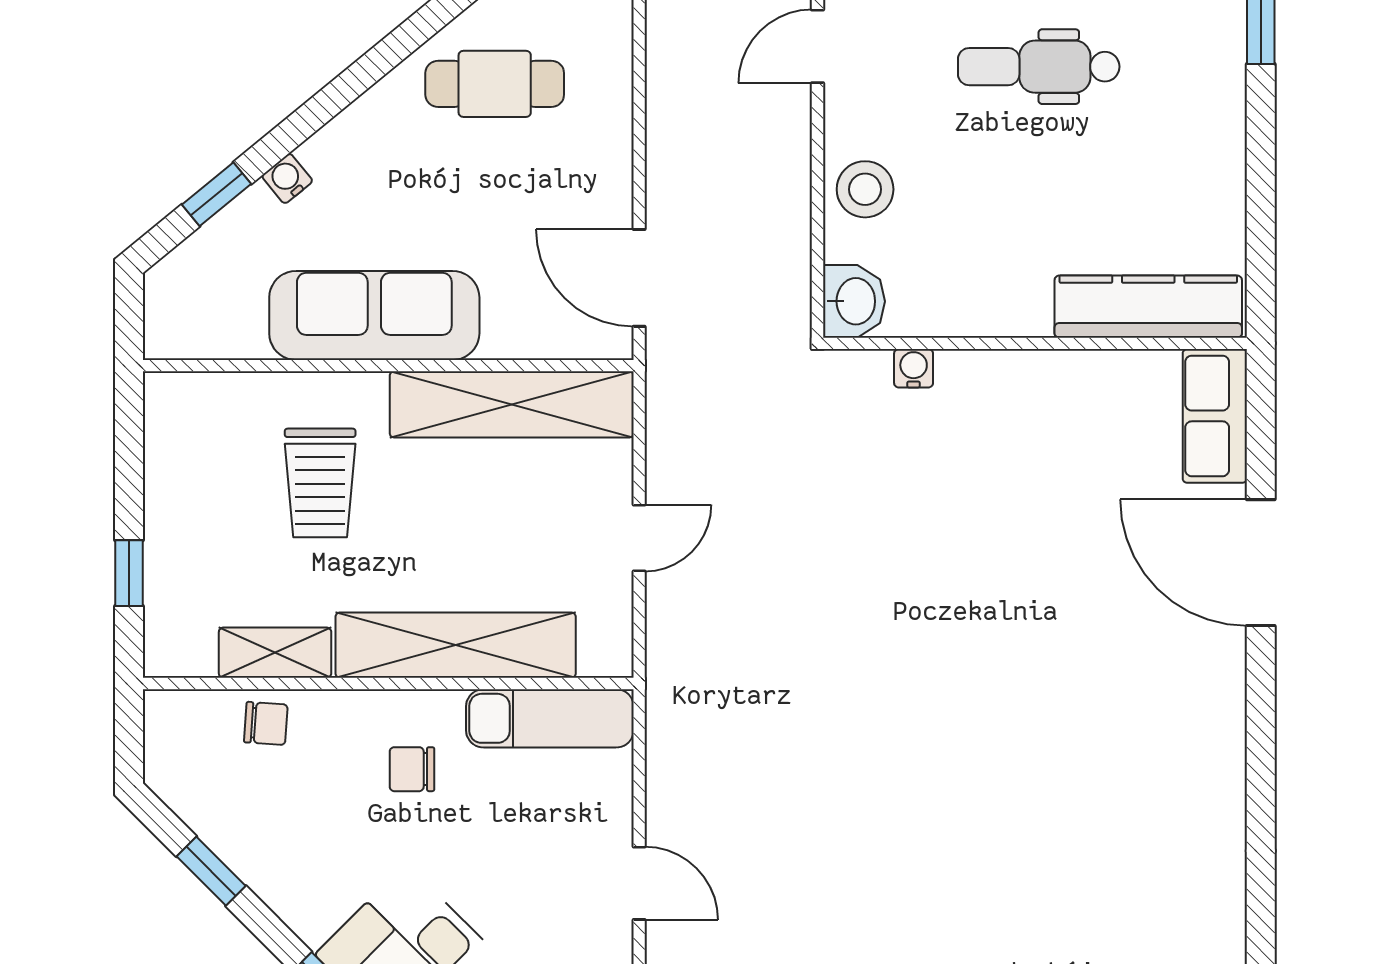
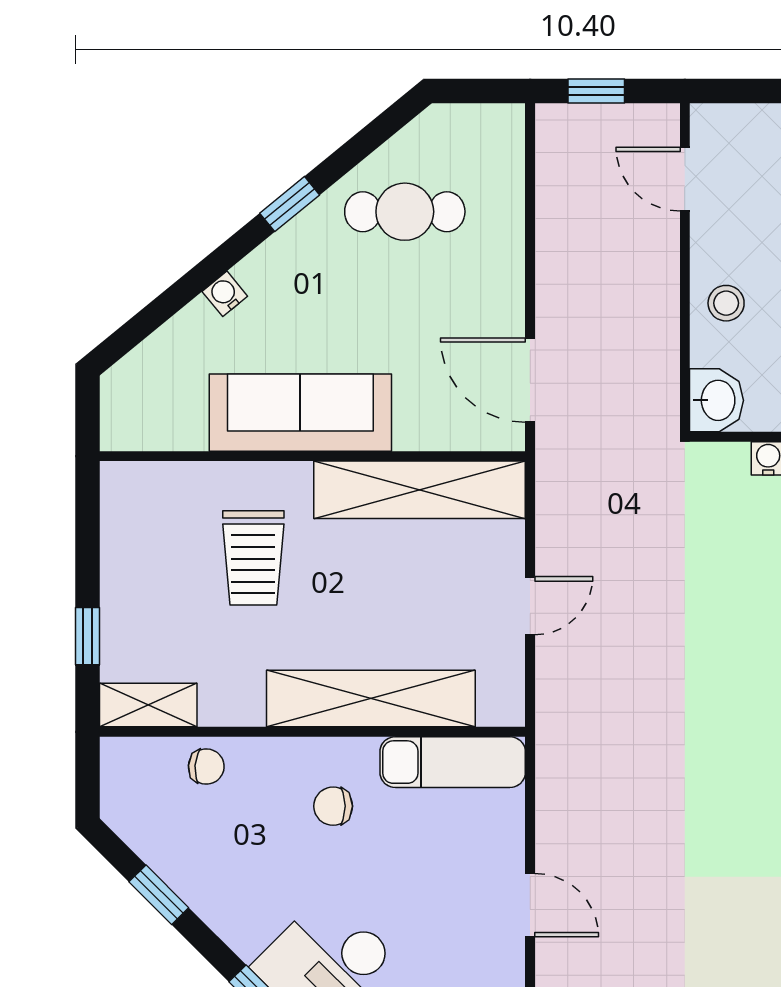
door: (818, 46) -> (685, 179), hinge flipped
stool: (865, 189) -> (726, 303), width x0.73, depth x0.73
window: (216, 194) -> (290, 204), moved
shelving: (275, 653) -> (148, 705), moved

